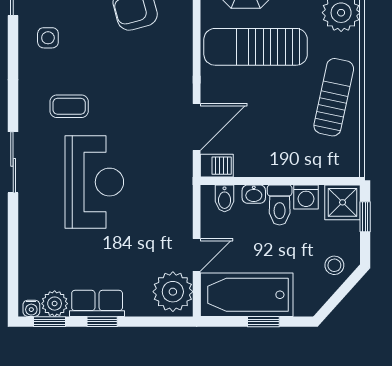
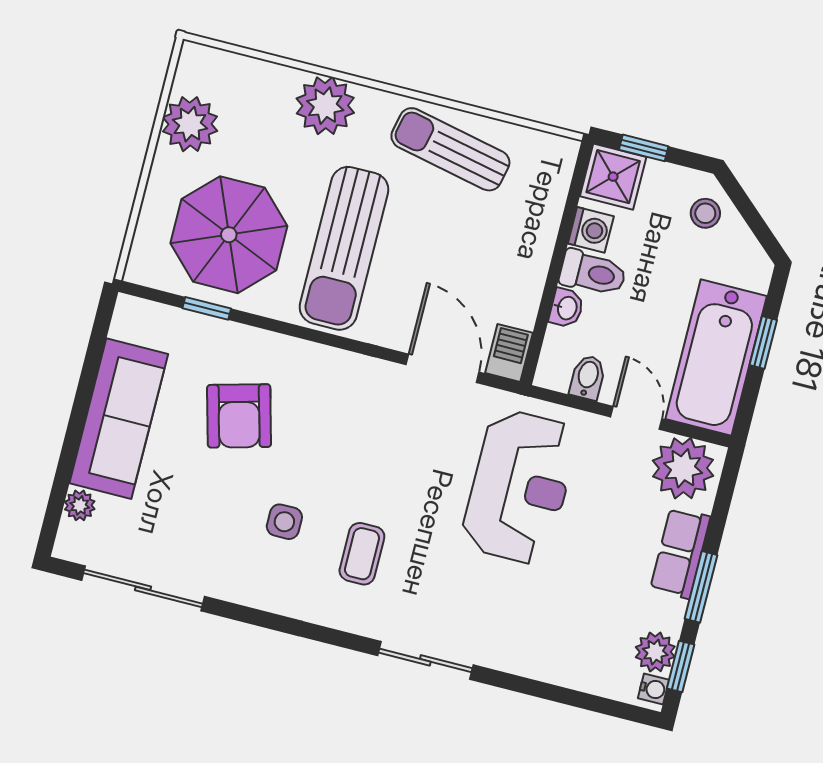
side table: (48, 38) -> (284, 522), moved
reception desk: (94, 182) -> (520, 487), moved, turned 90
bidet: (225, 198) -> (588, 377), moved, turned -90
row of seats: (97, 303) -> (680, 553), moved
window: (102, 322) -> (701, 587), width x1.50

